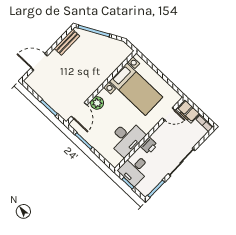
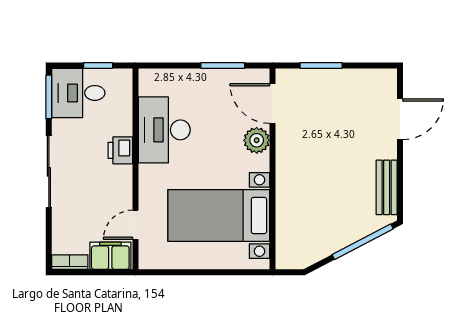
desk: (134, 169) -> (78, 93), moved, turned -90

